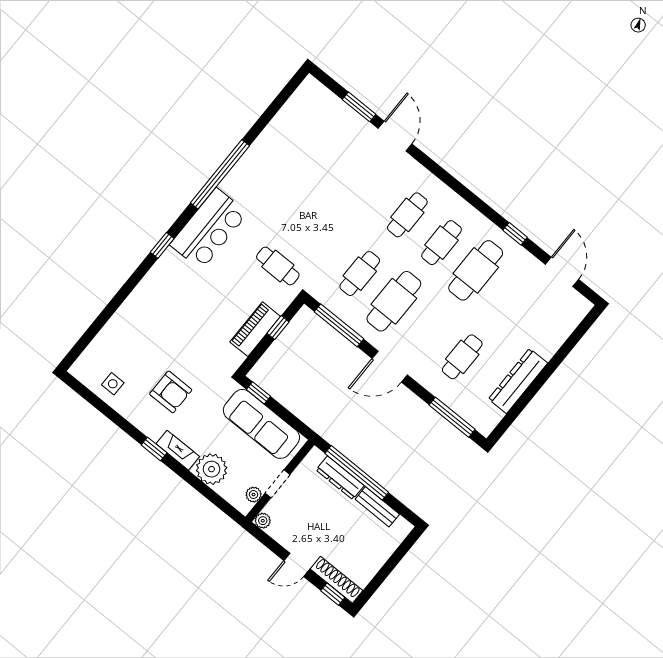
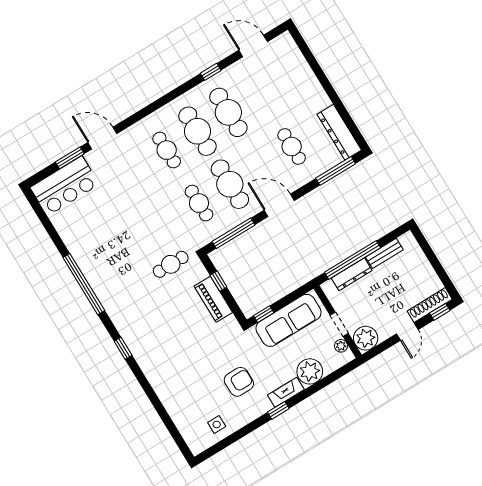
bar counter: (209, 229) -> (65, 186), moved, turned 90
cafe table: (442, 243) -> (197, 131), width x1.37, depth x1.35
door: (390, 367) -> (279, 205), swing flipped
dresser: (518, 381) -> (339, 132), moved
plant: (263, 521) -> (366, 338), width x1.87, depth x1.87

